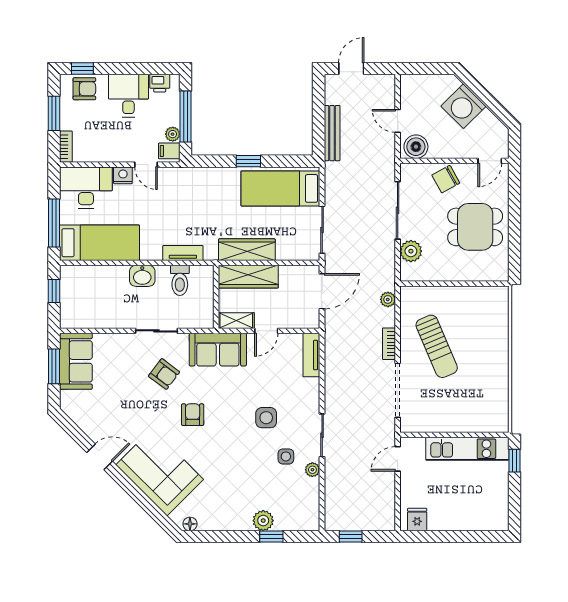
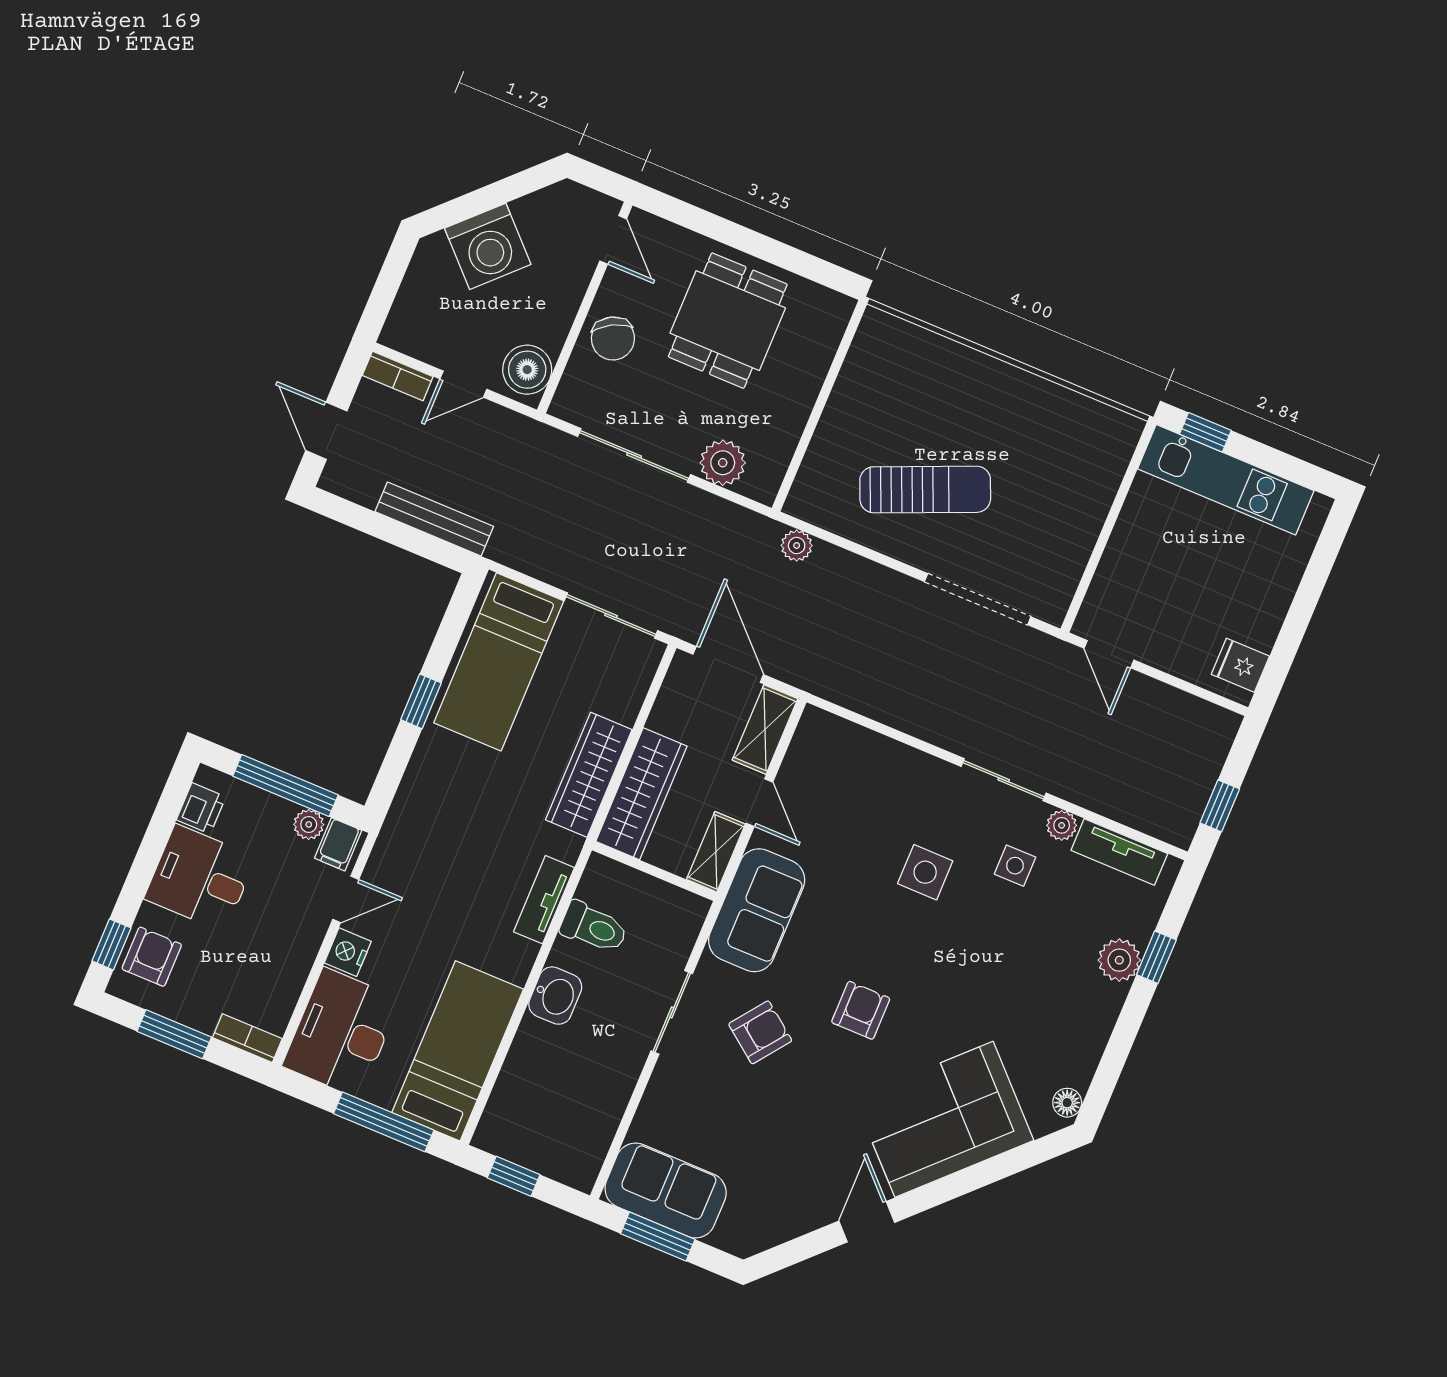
shelving: (300, 320) -> (765, 729), added
bookcase: (389, 344) -> (398, 376), moved
tv unit: (311, 355) -> (1119, 852), moved
armchair: (193, 415) -> (861, 1010), turned 90
kitchen unit: (467, 449) -> (1226, 480), moved, turned 90

